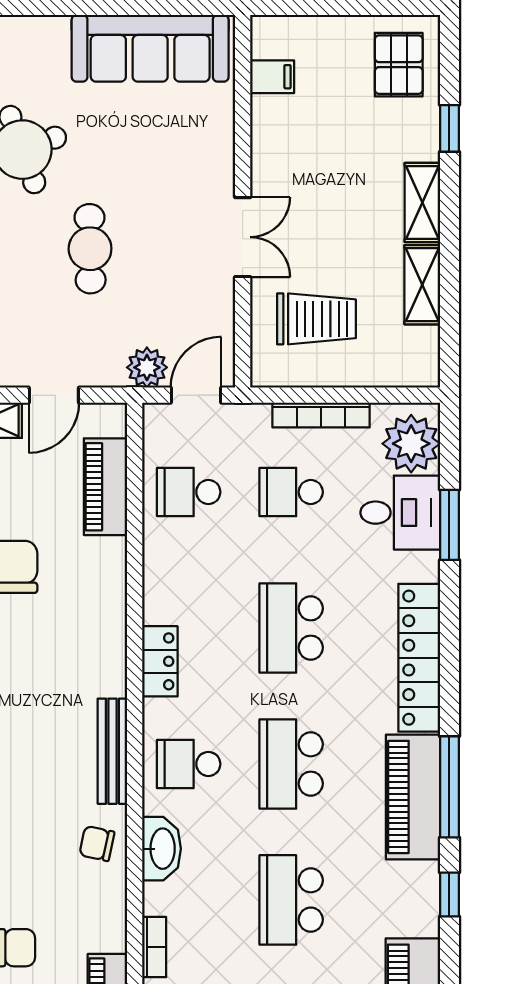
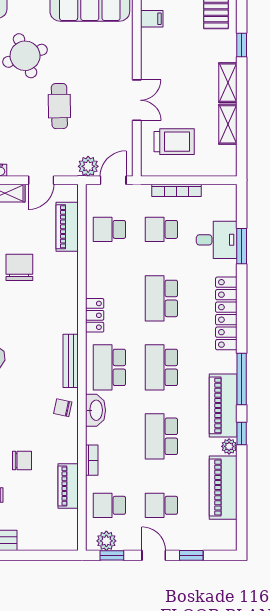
plant: (411, 444) -> (229, 446), moved, width x0.53, depth x0.53
school desk: (189, 764) -> (109, 367), width x1.85
piano: (413, 797) -> (223, 405), moved

